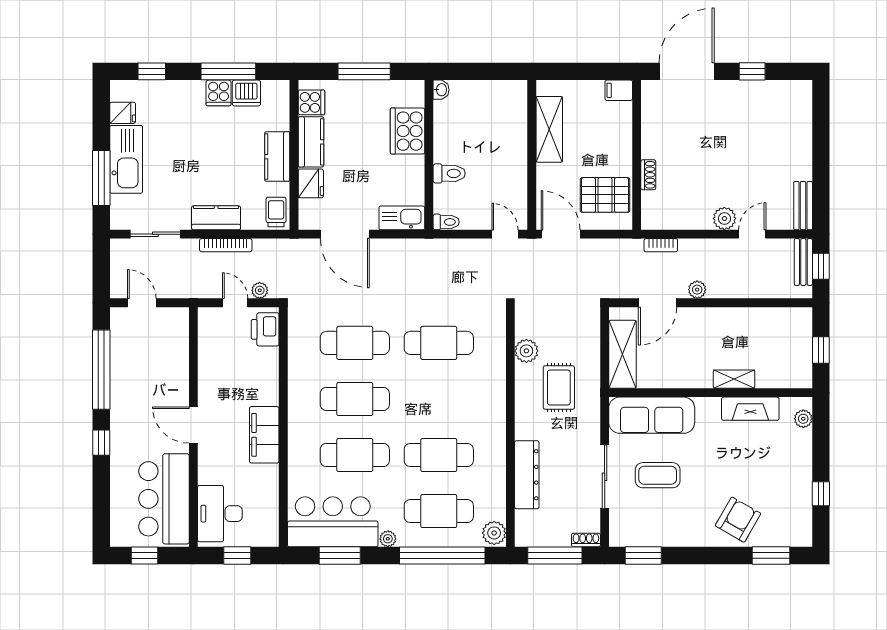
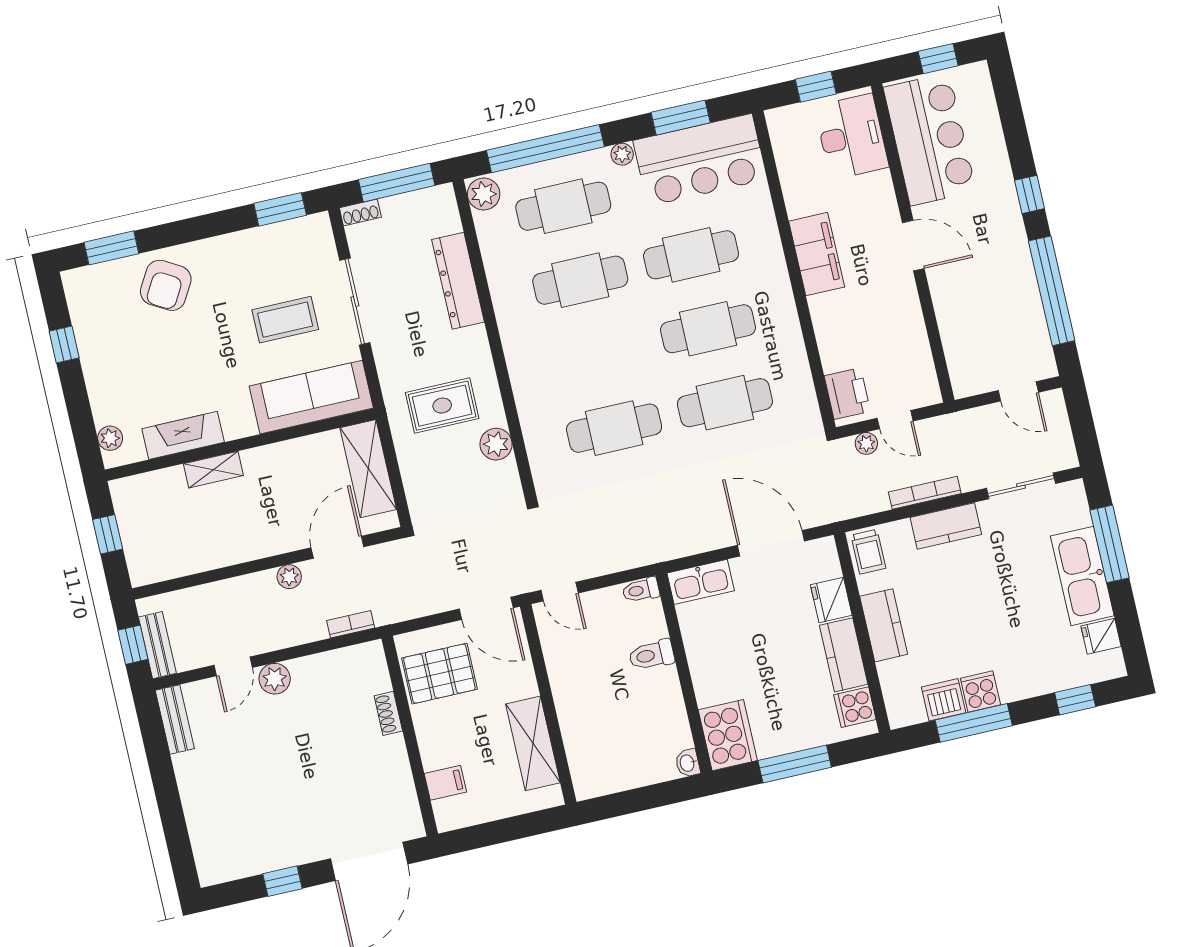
filing cabinet: (619, 90) -> (445, 783), moved
cooker: (408, 131) -> (728, 735), moved
rug: (559, 388) -> (442, 406), turned 90

